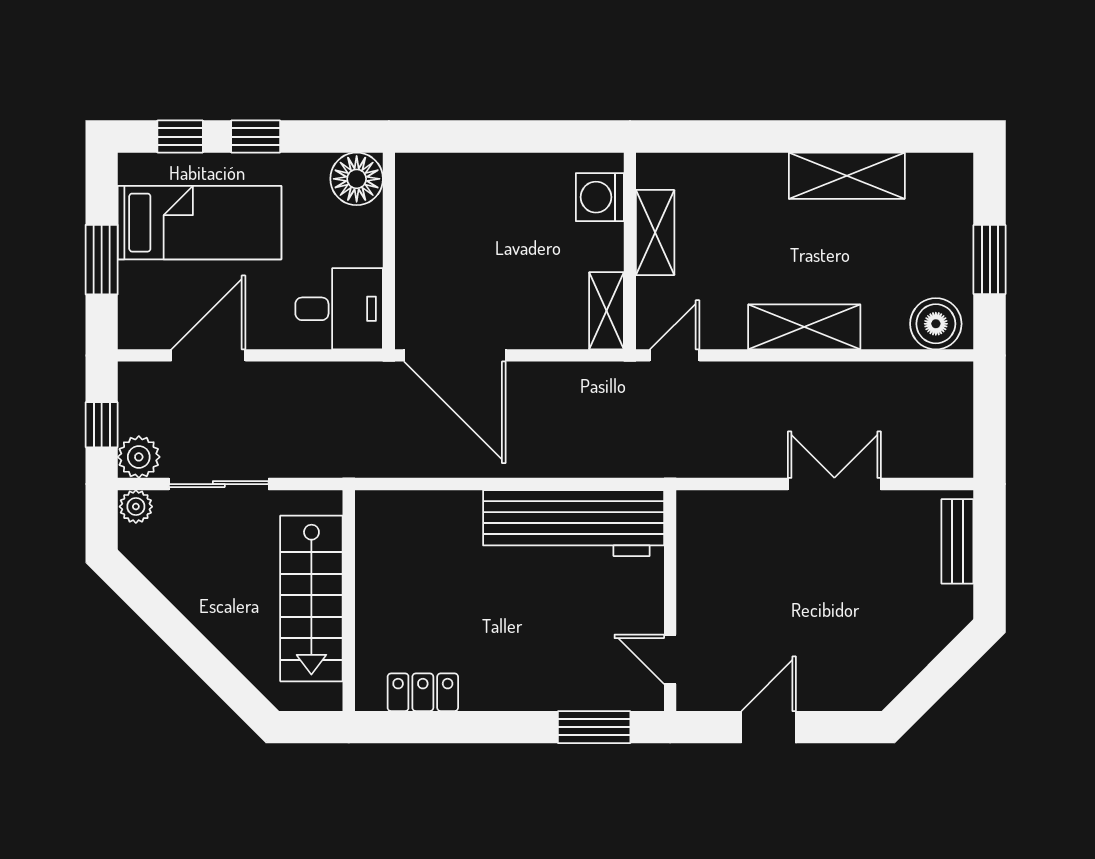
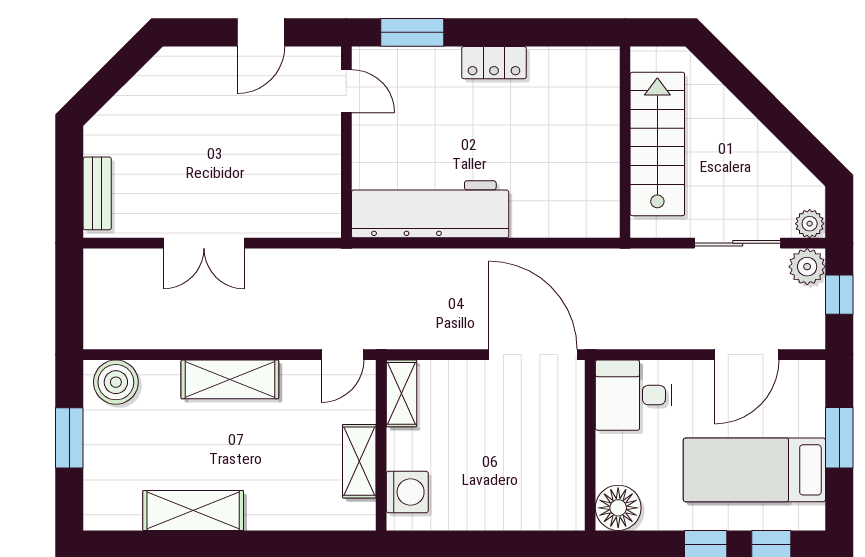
locker: (423, 692) -> (494, 63), moved

